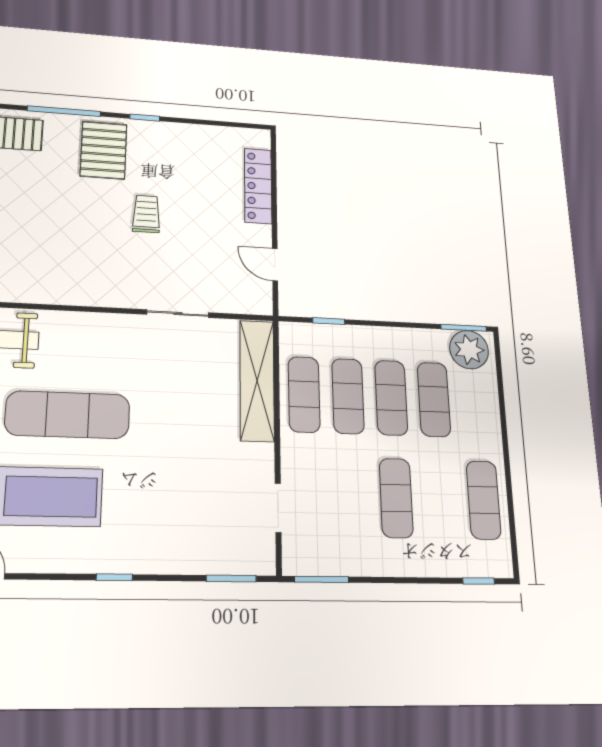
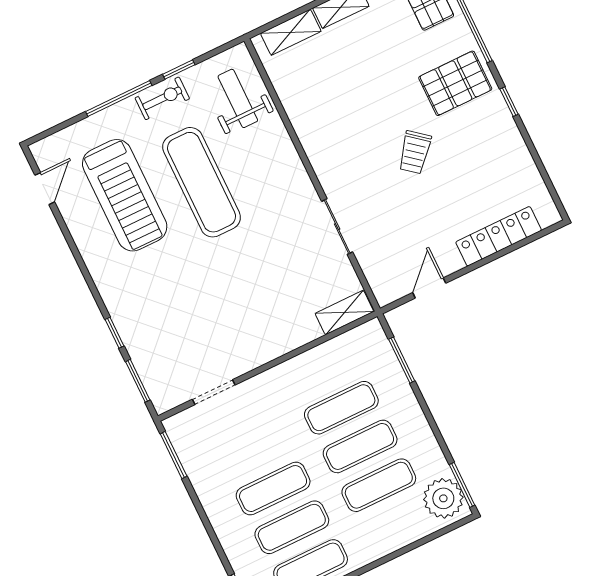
trolley: (146, 214) -> (415, 152), turned 129
window: (329, 321) -> (402, 360), width x1.50
shelving: (257, 380) -> (344, 313), width x0.45, depth x0.75
exercise mat: (304, 394) -> (292, 527), moved
window: (114, 577) -> (114, 333), moved

